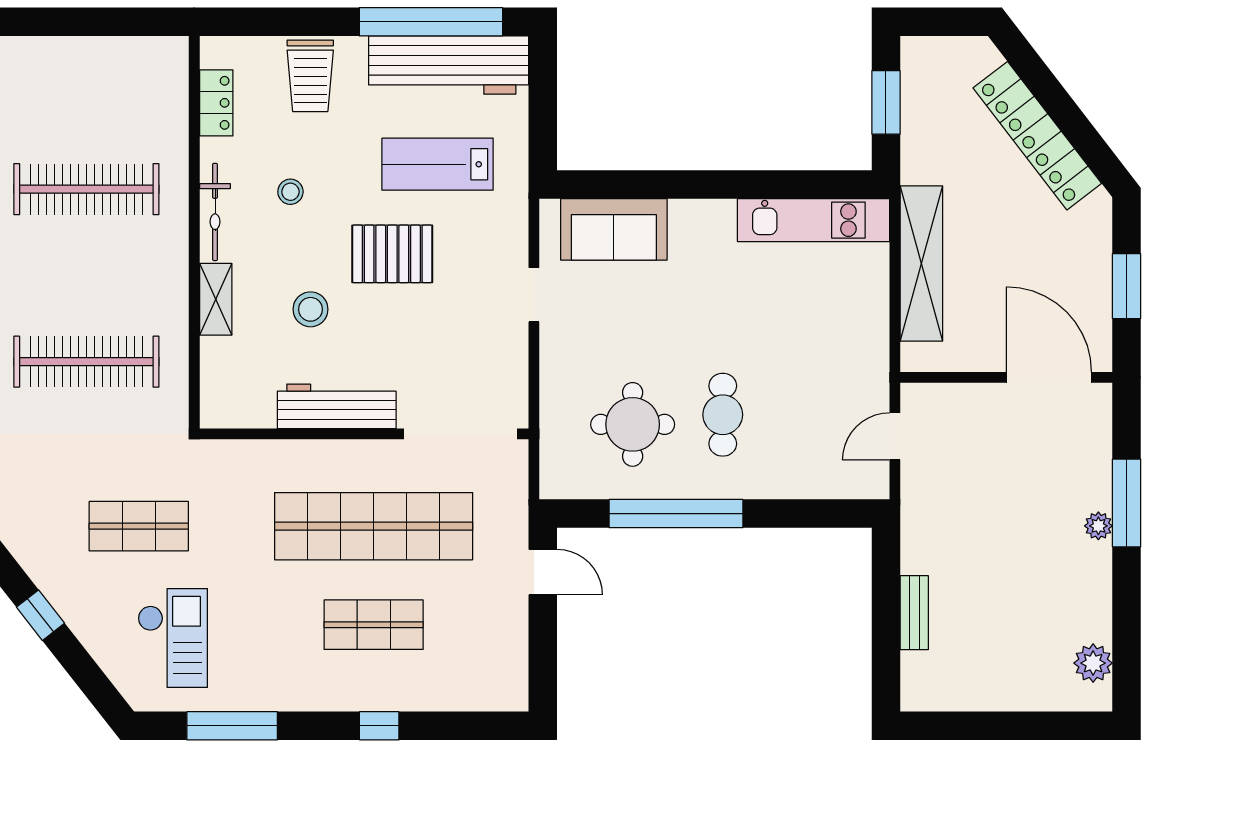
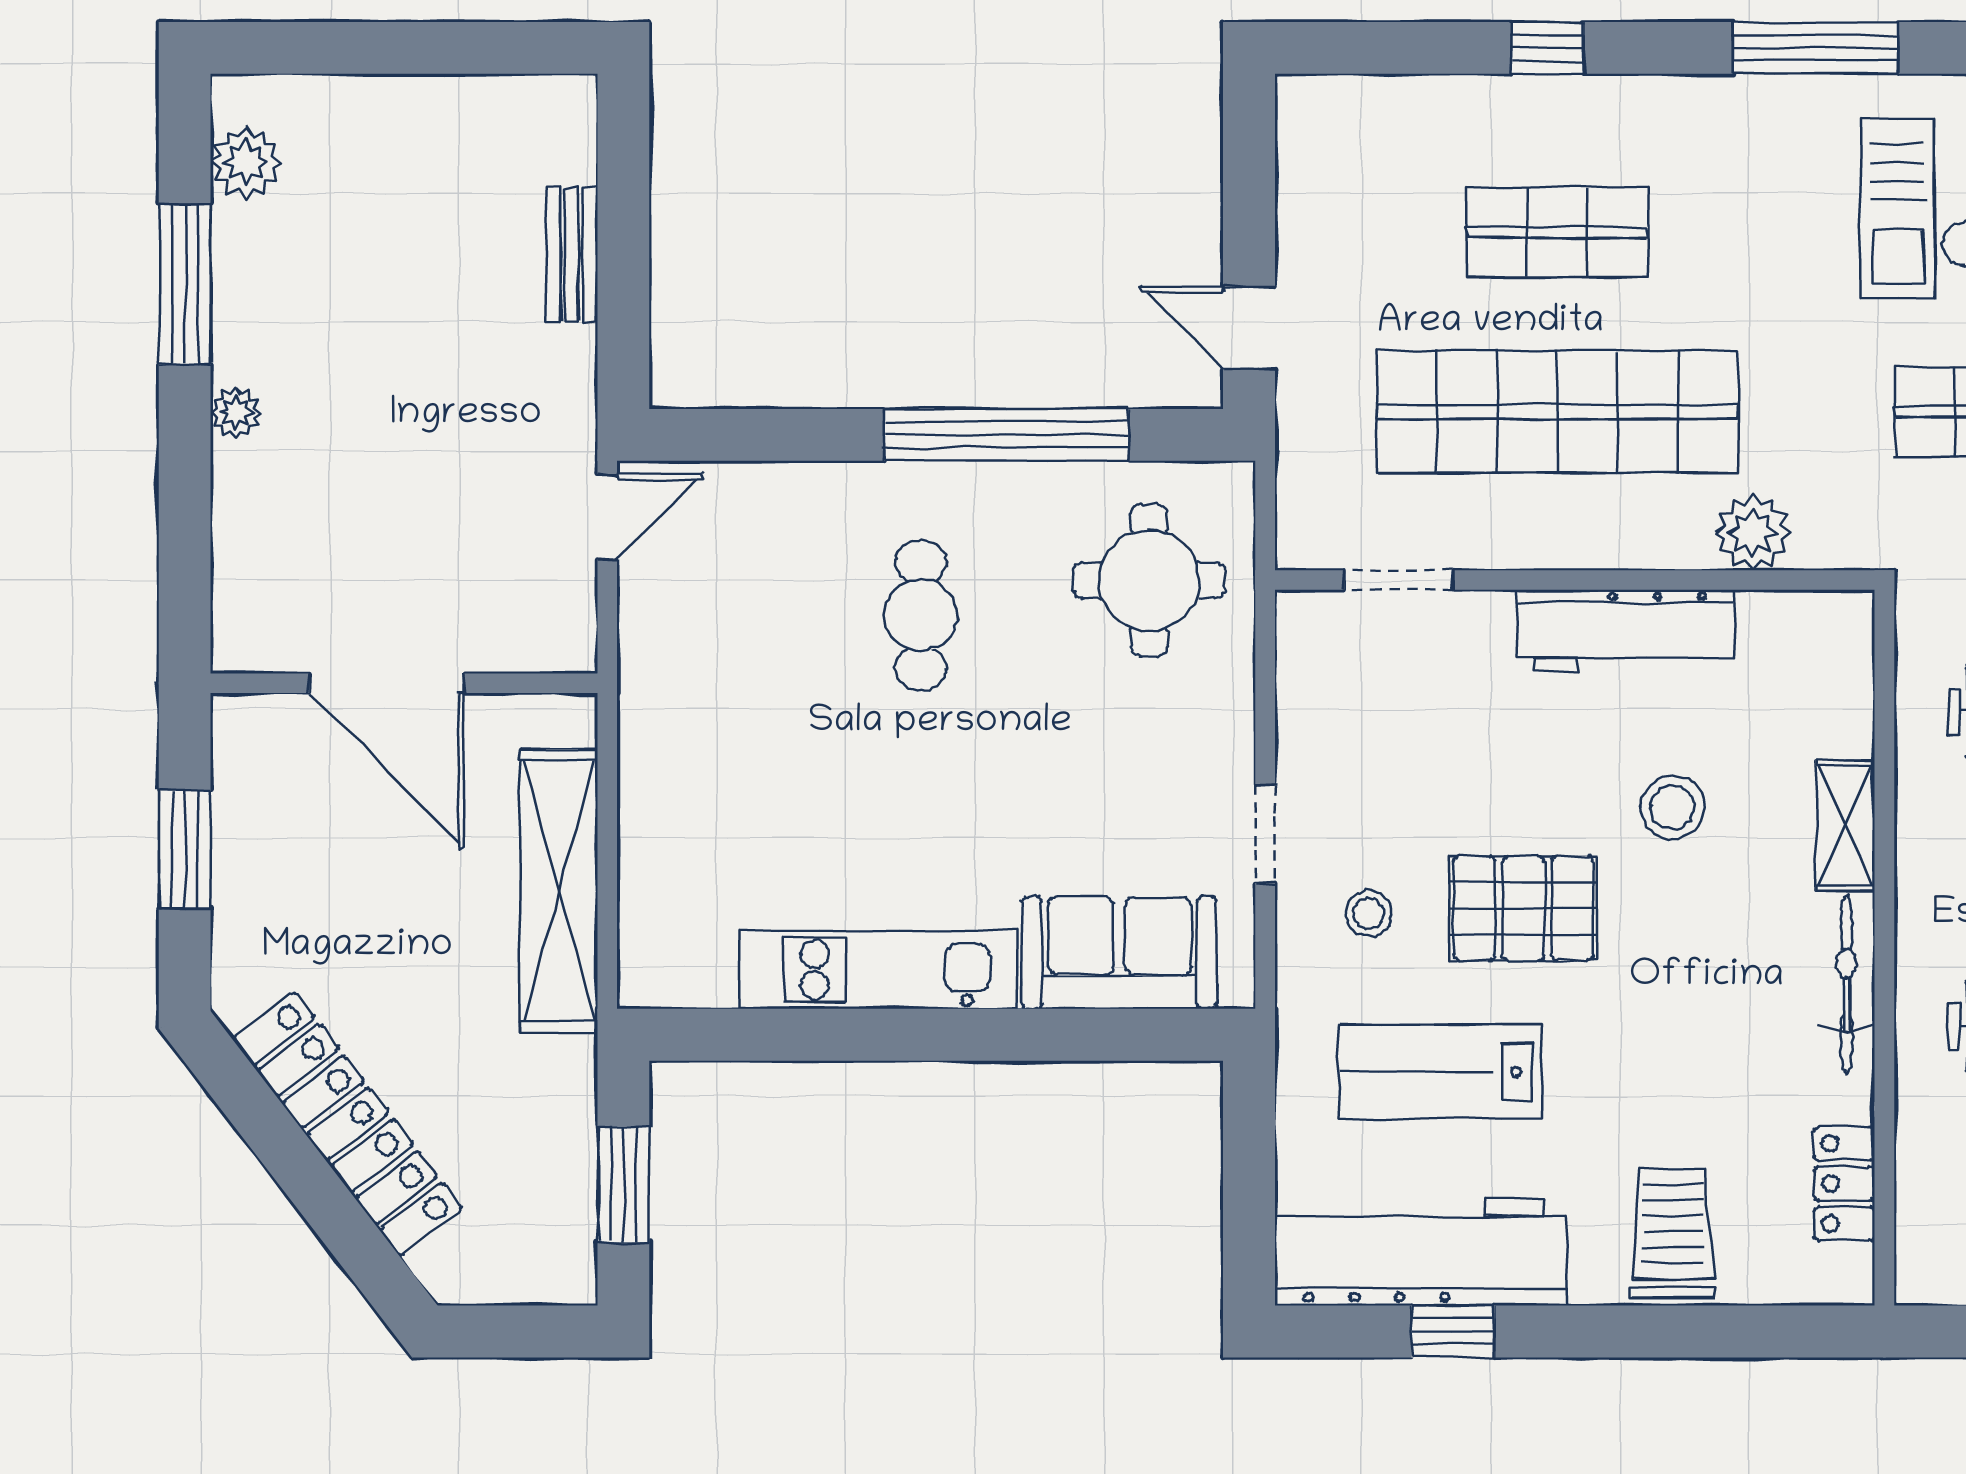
window: (431, 22) -> (1453, 1331), width x0.32
lab bench: (438, 164) -> (1441, 1072), turned 180
stool: (290, 192) -> (1369, 913), moved
kitchen unit: (813, 220) -> (878, 970), moved
door: (1049, 377) -> (387, 683), moved
round table: (633, 424) -> (1149, 580), moved
doorway: (461, 434) -> (1399, 580), width x0.53
door: (895, 436) -> (607, 517), moved
plant: (266, 460) -> (1753, 533), added
window: (1127, 503) -> (185, 284), moved

